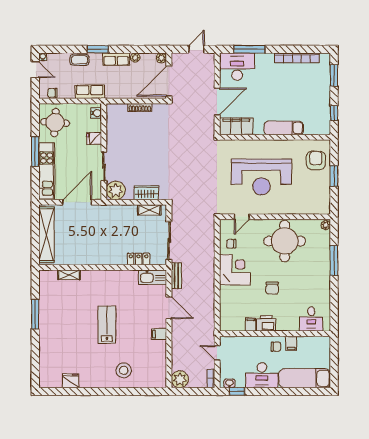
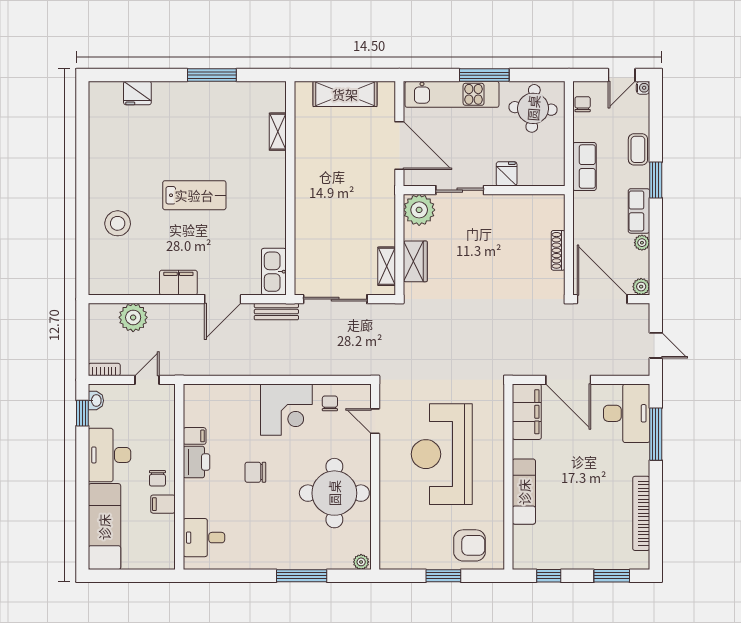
water cooler: (96, 113) -> (549, 177), removed
shelving: (46, 235) -> (345, 94), width x0.68
locker: (139, 259) -> (304, 248), removed
filing cabinet: (159, 334) -> (178, 283), width x2.00
plant: (180, 379) -> (133, 317), moved
fridge: (71, 381) -> (137, 93), moved, turned 90

